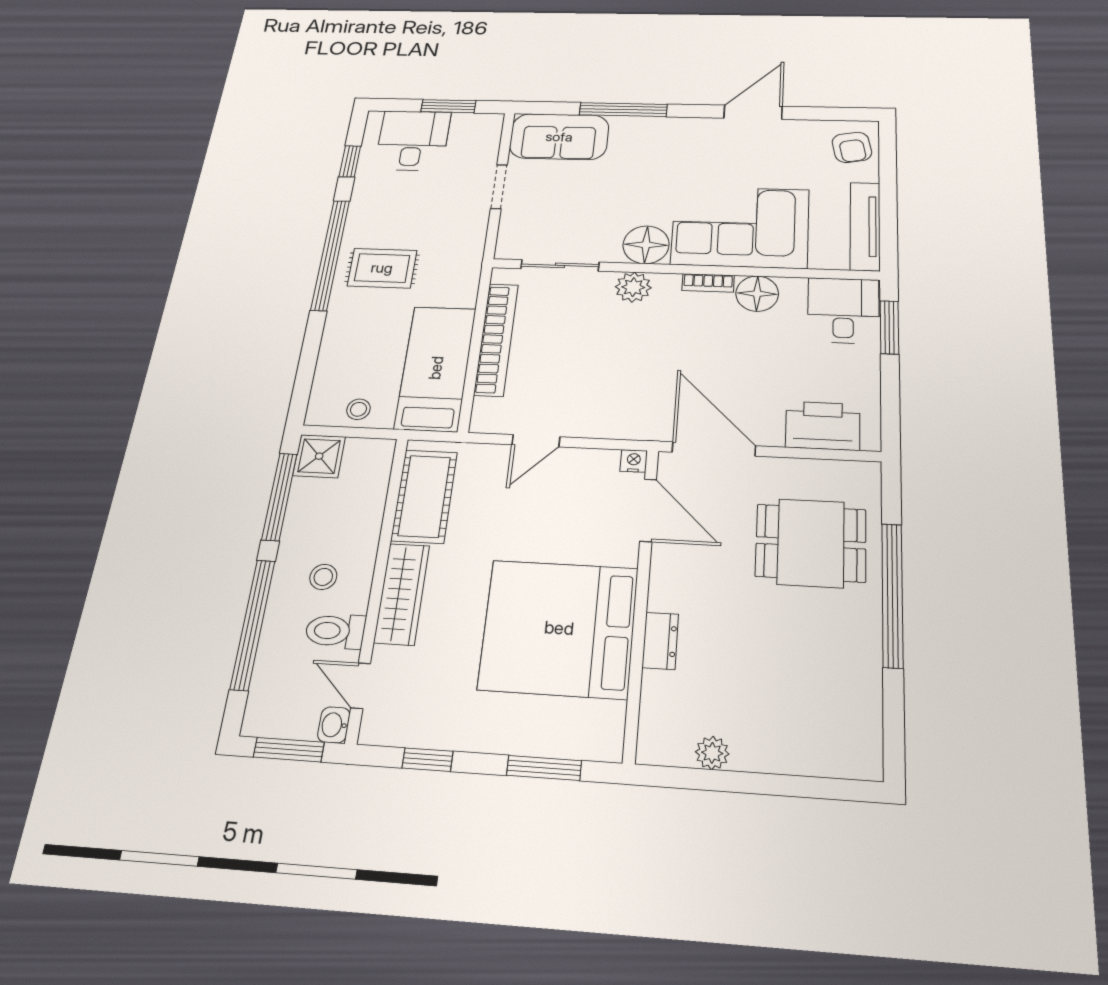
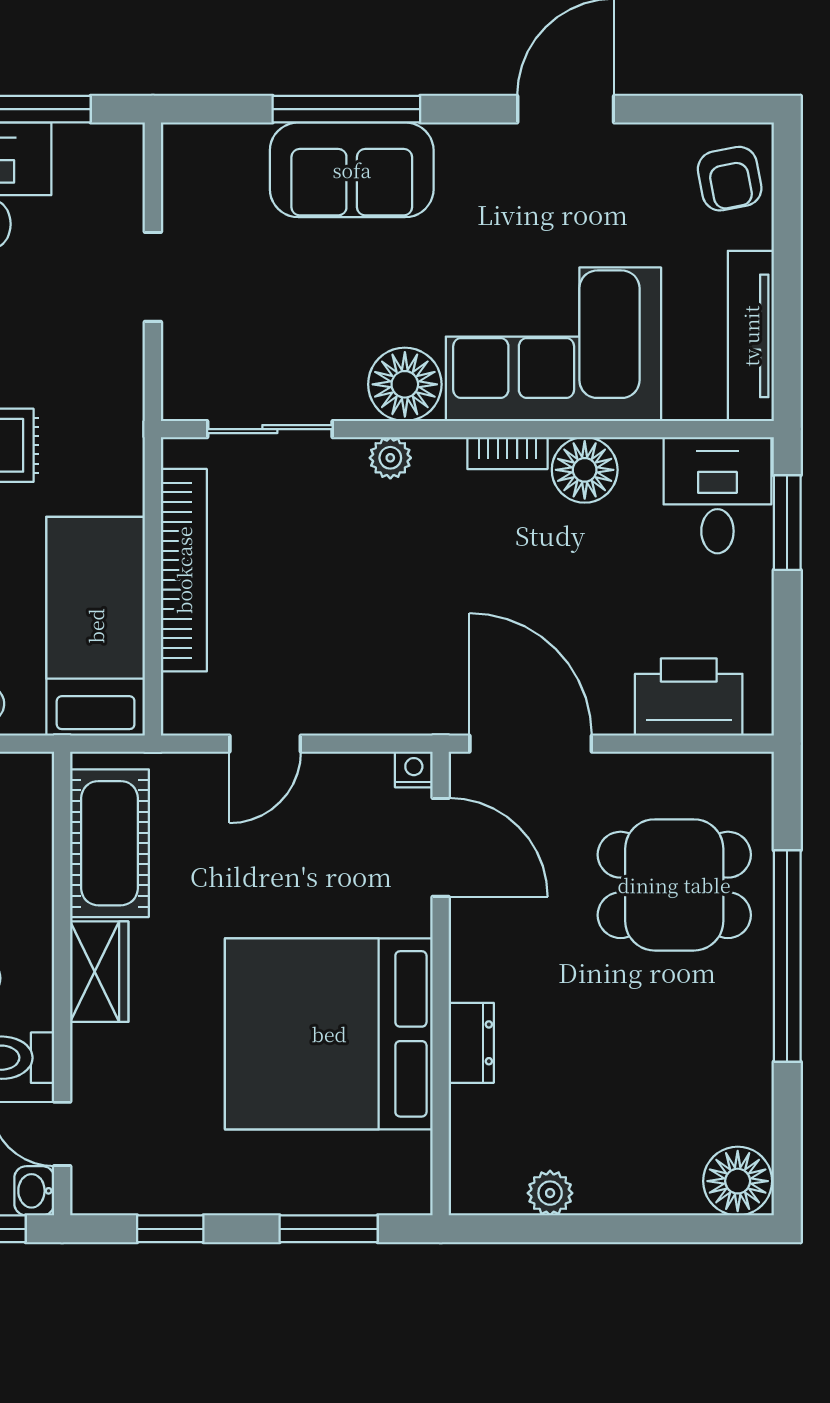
sofa: (559, 137) -> (352, 170), moved
plant: (633, 287) -> (390, 458), width x0.73, depth x0.73
wardrobe: (402, 594) -> (99, 972), width x0.67
floor lamp: (856, 754) -> (738, 1181), added

